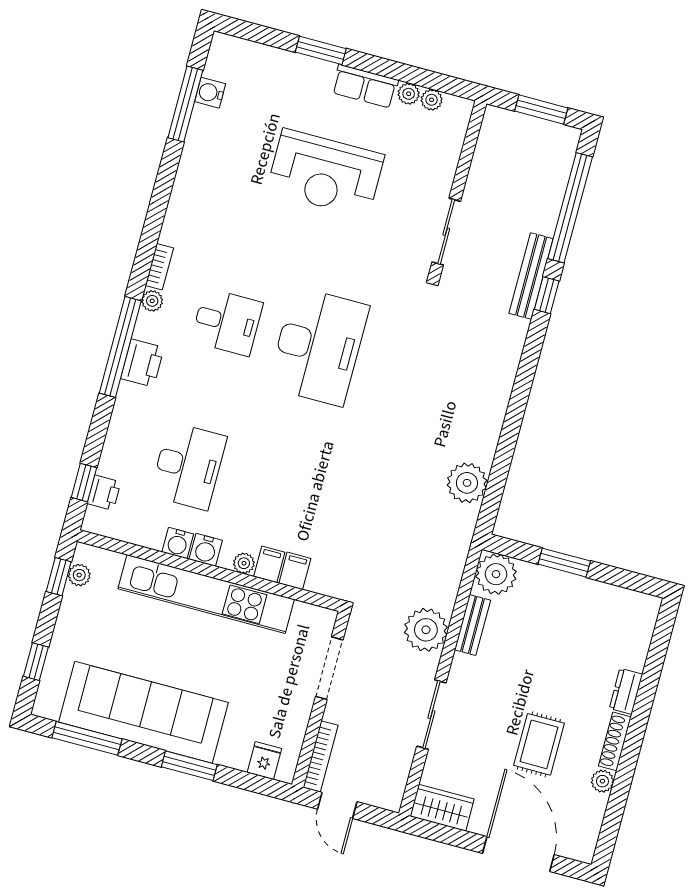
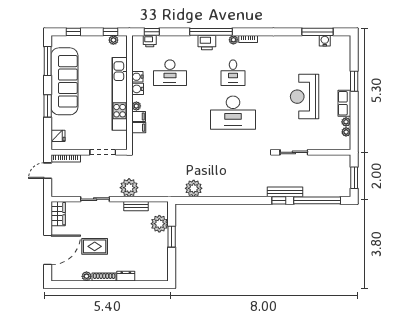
plant: (496, 574) -> (159, 224), moved

